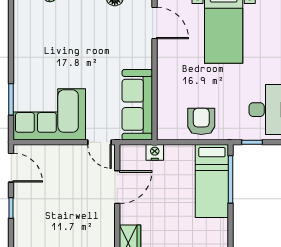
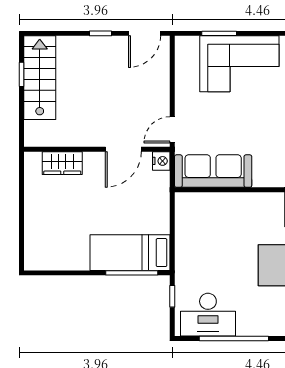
corner sofa: (49, 114) -> (239, 64), moved, turned 90
armchair: (201, 121) -> (195, 241), removed
nightstand: (155, 152) -> (161, 161), moved
door: (117, 187) -> (123, 149), hinge flipped

